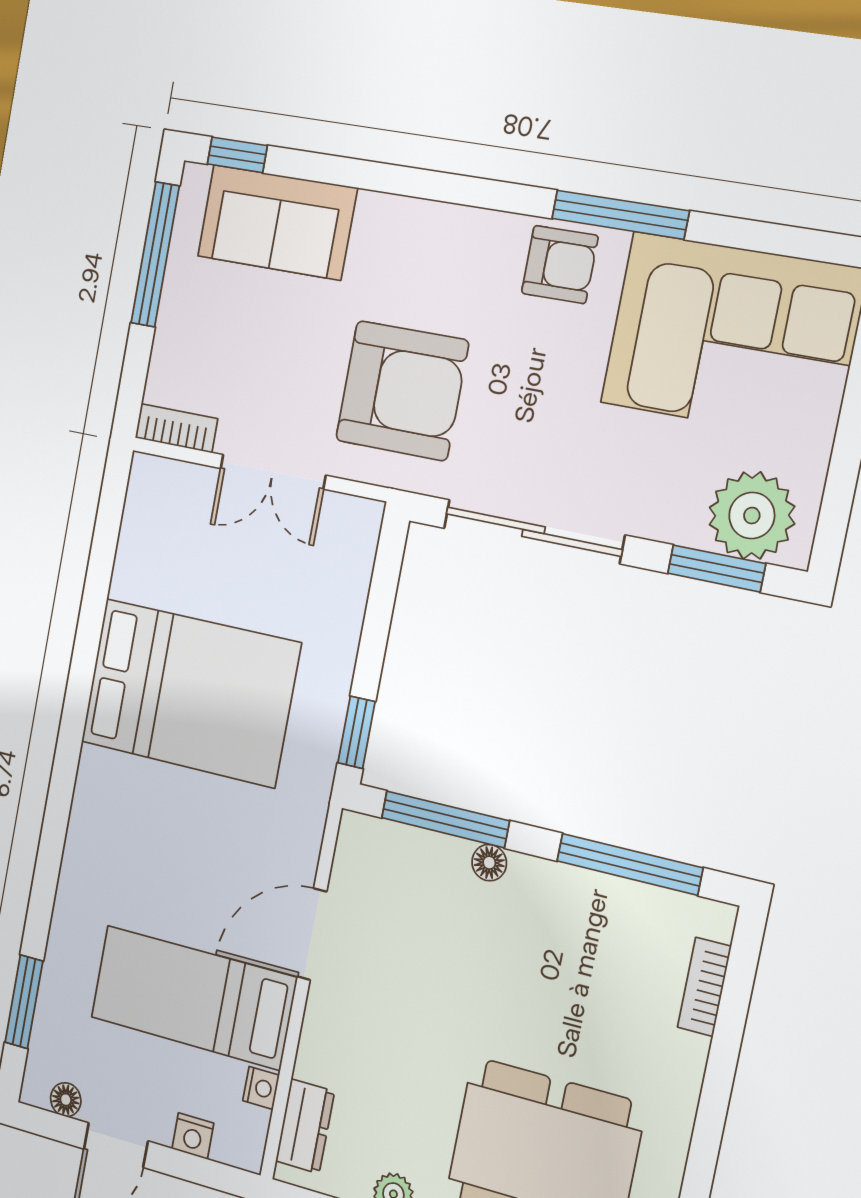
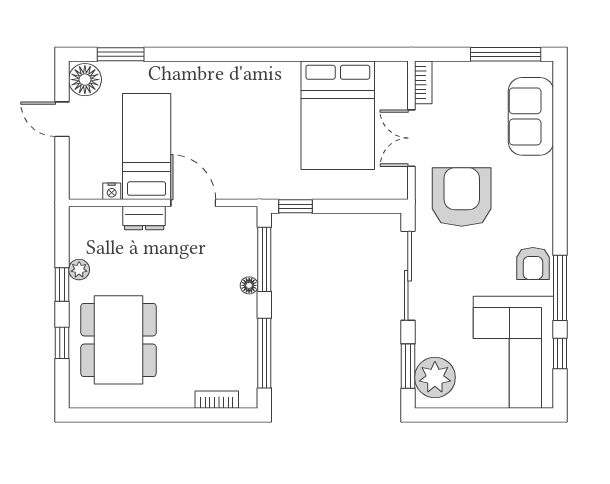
window: (237, 155) -> (560, 353), moved
armchair: (402, 391) -> (462, 197), turned 180
bed: (190, 693) -> (338, 115), moved
floor lamp: (66, 1100) -> (85, 80), width x1.89, depth x1.89
dresser: (305, 1126) -> (144, 218), moved
nightstand: (193, 1136) -> (78, 160), removed

